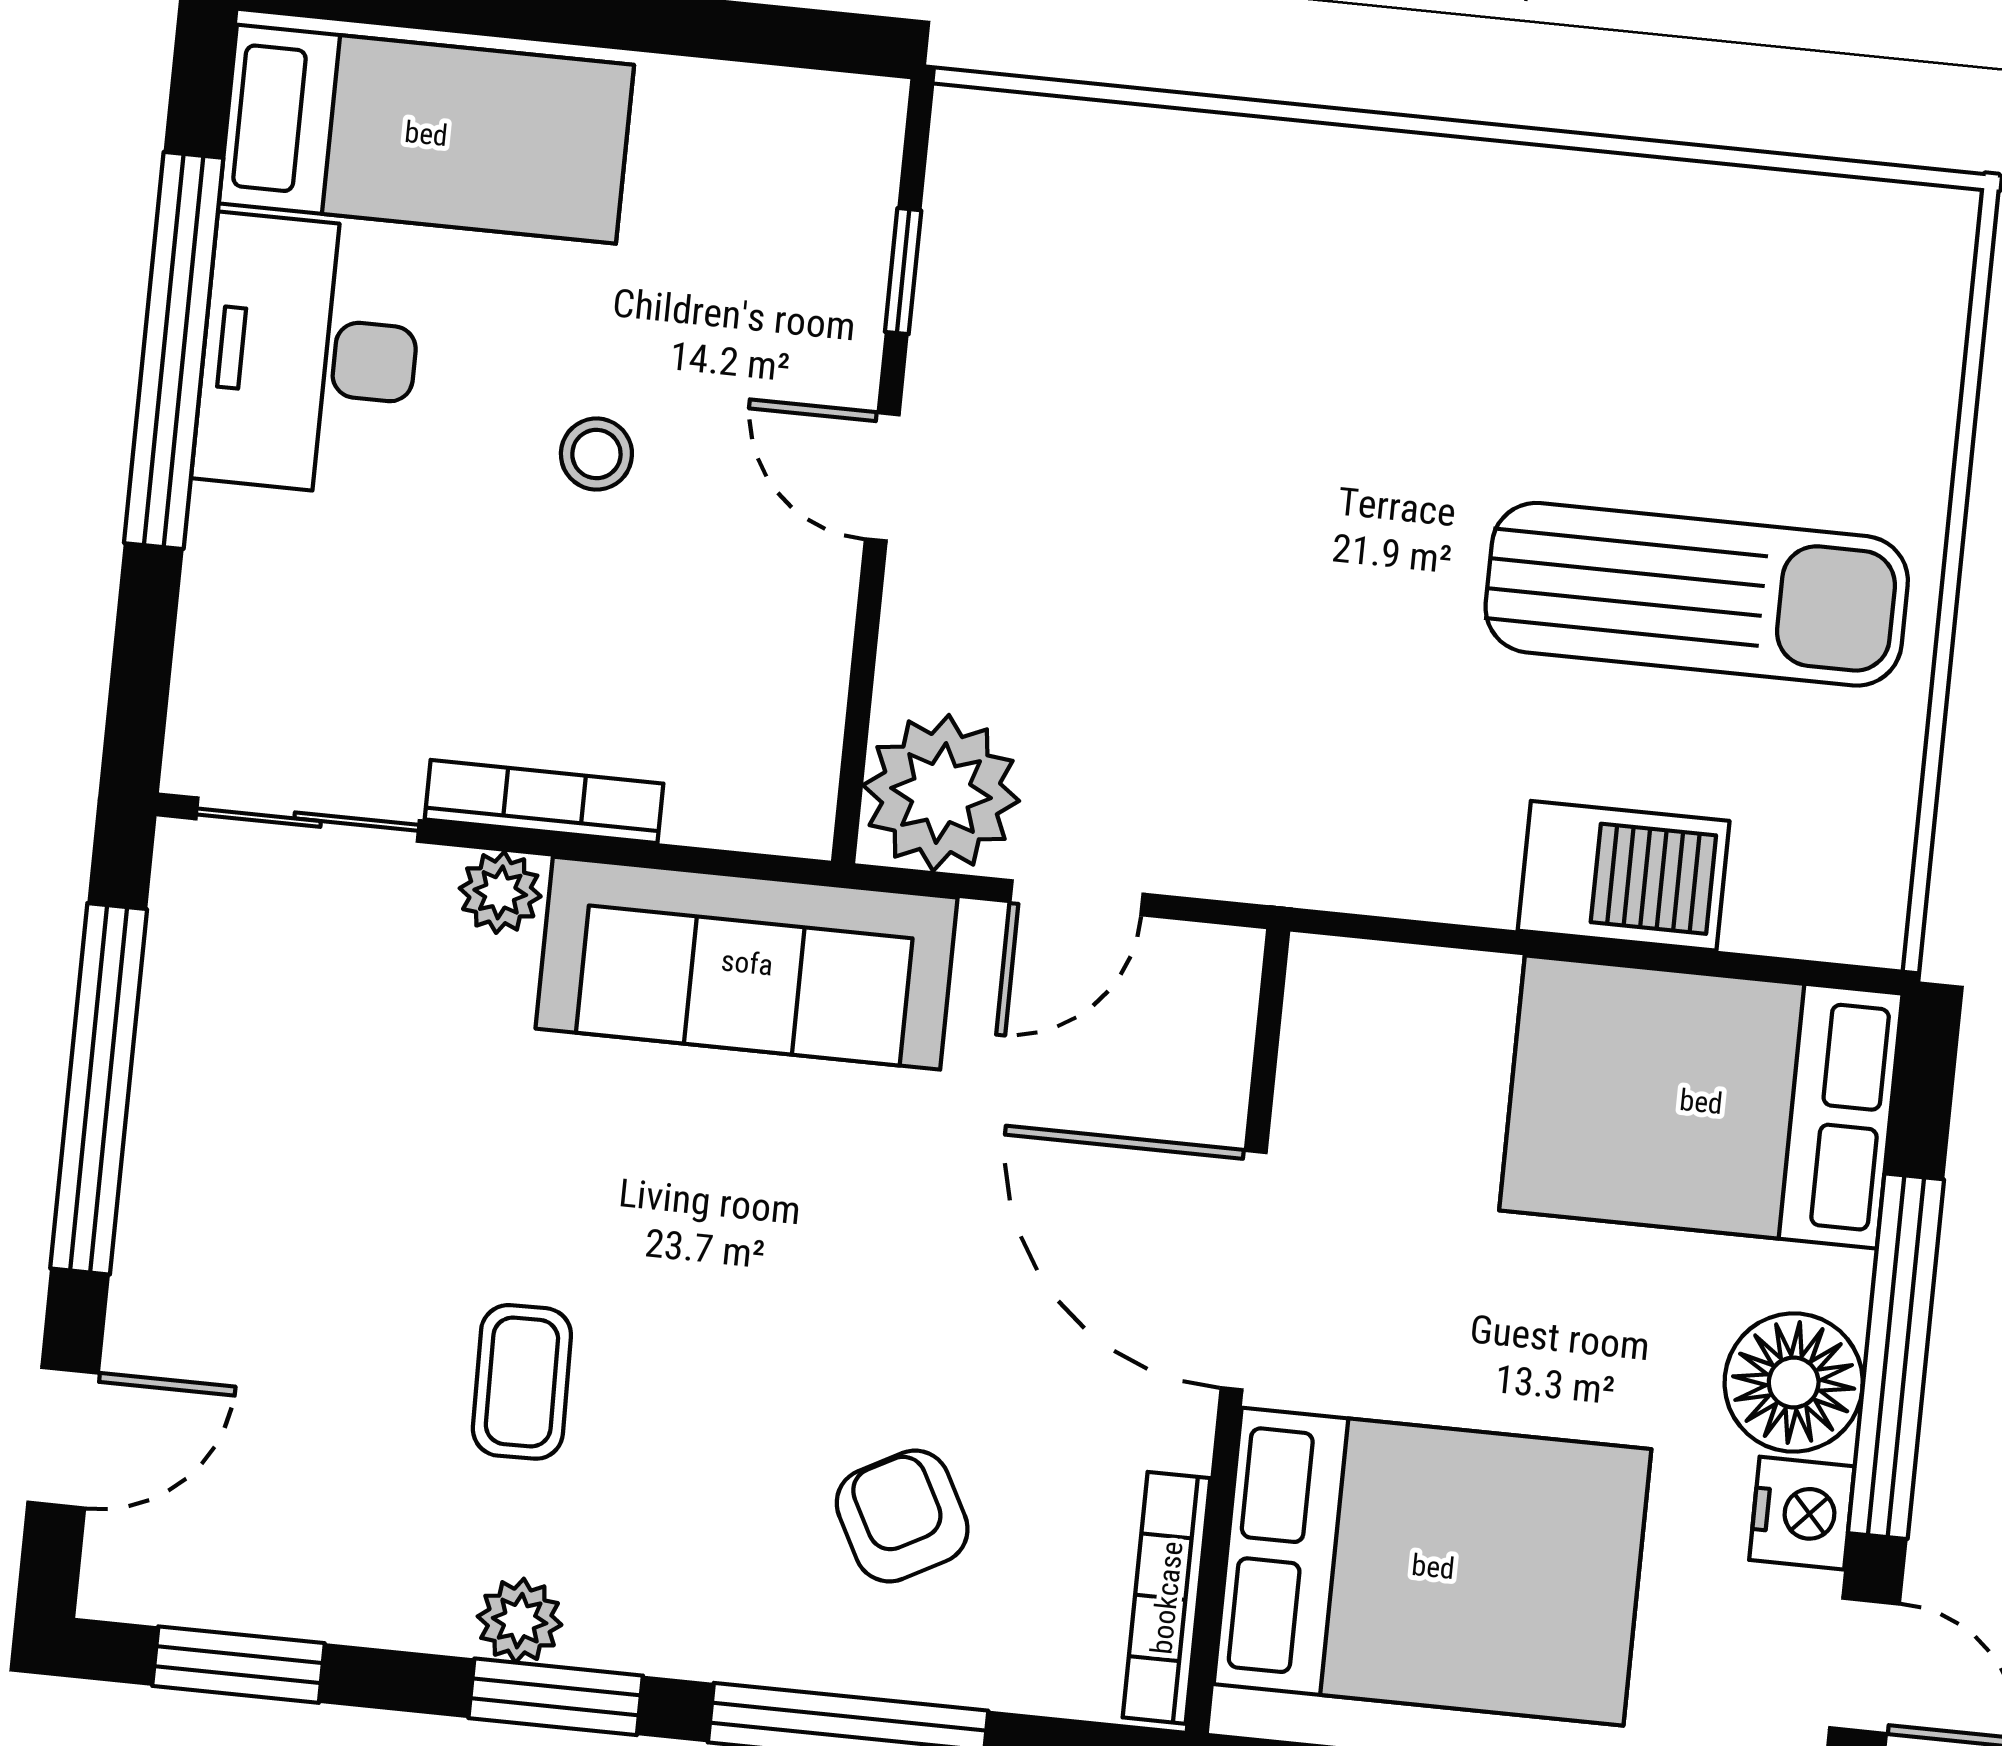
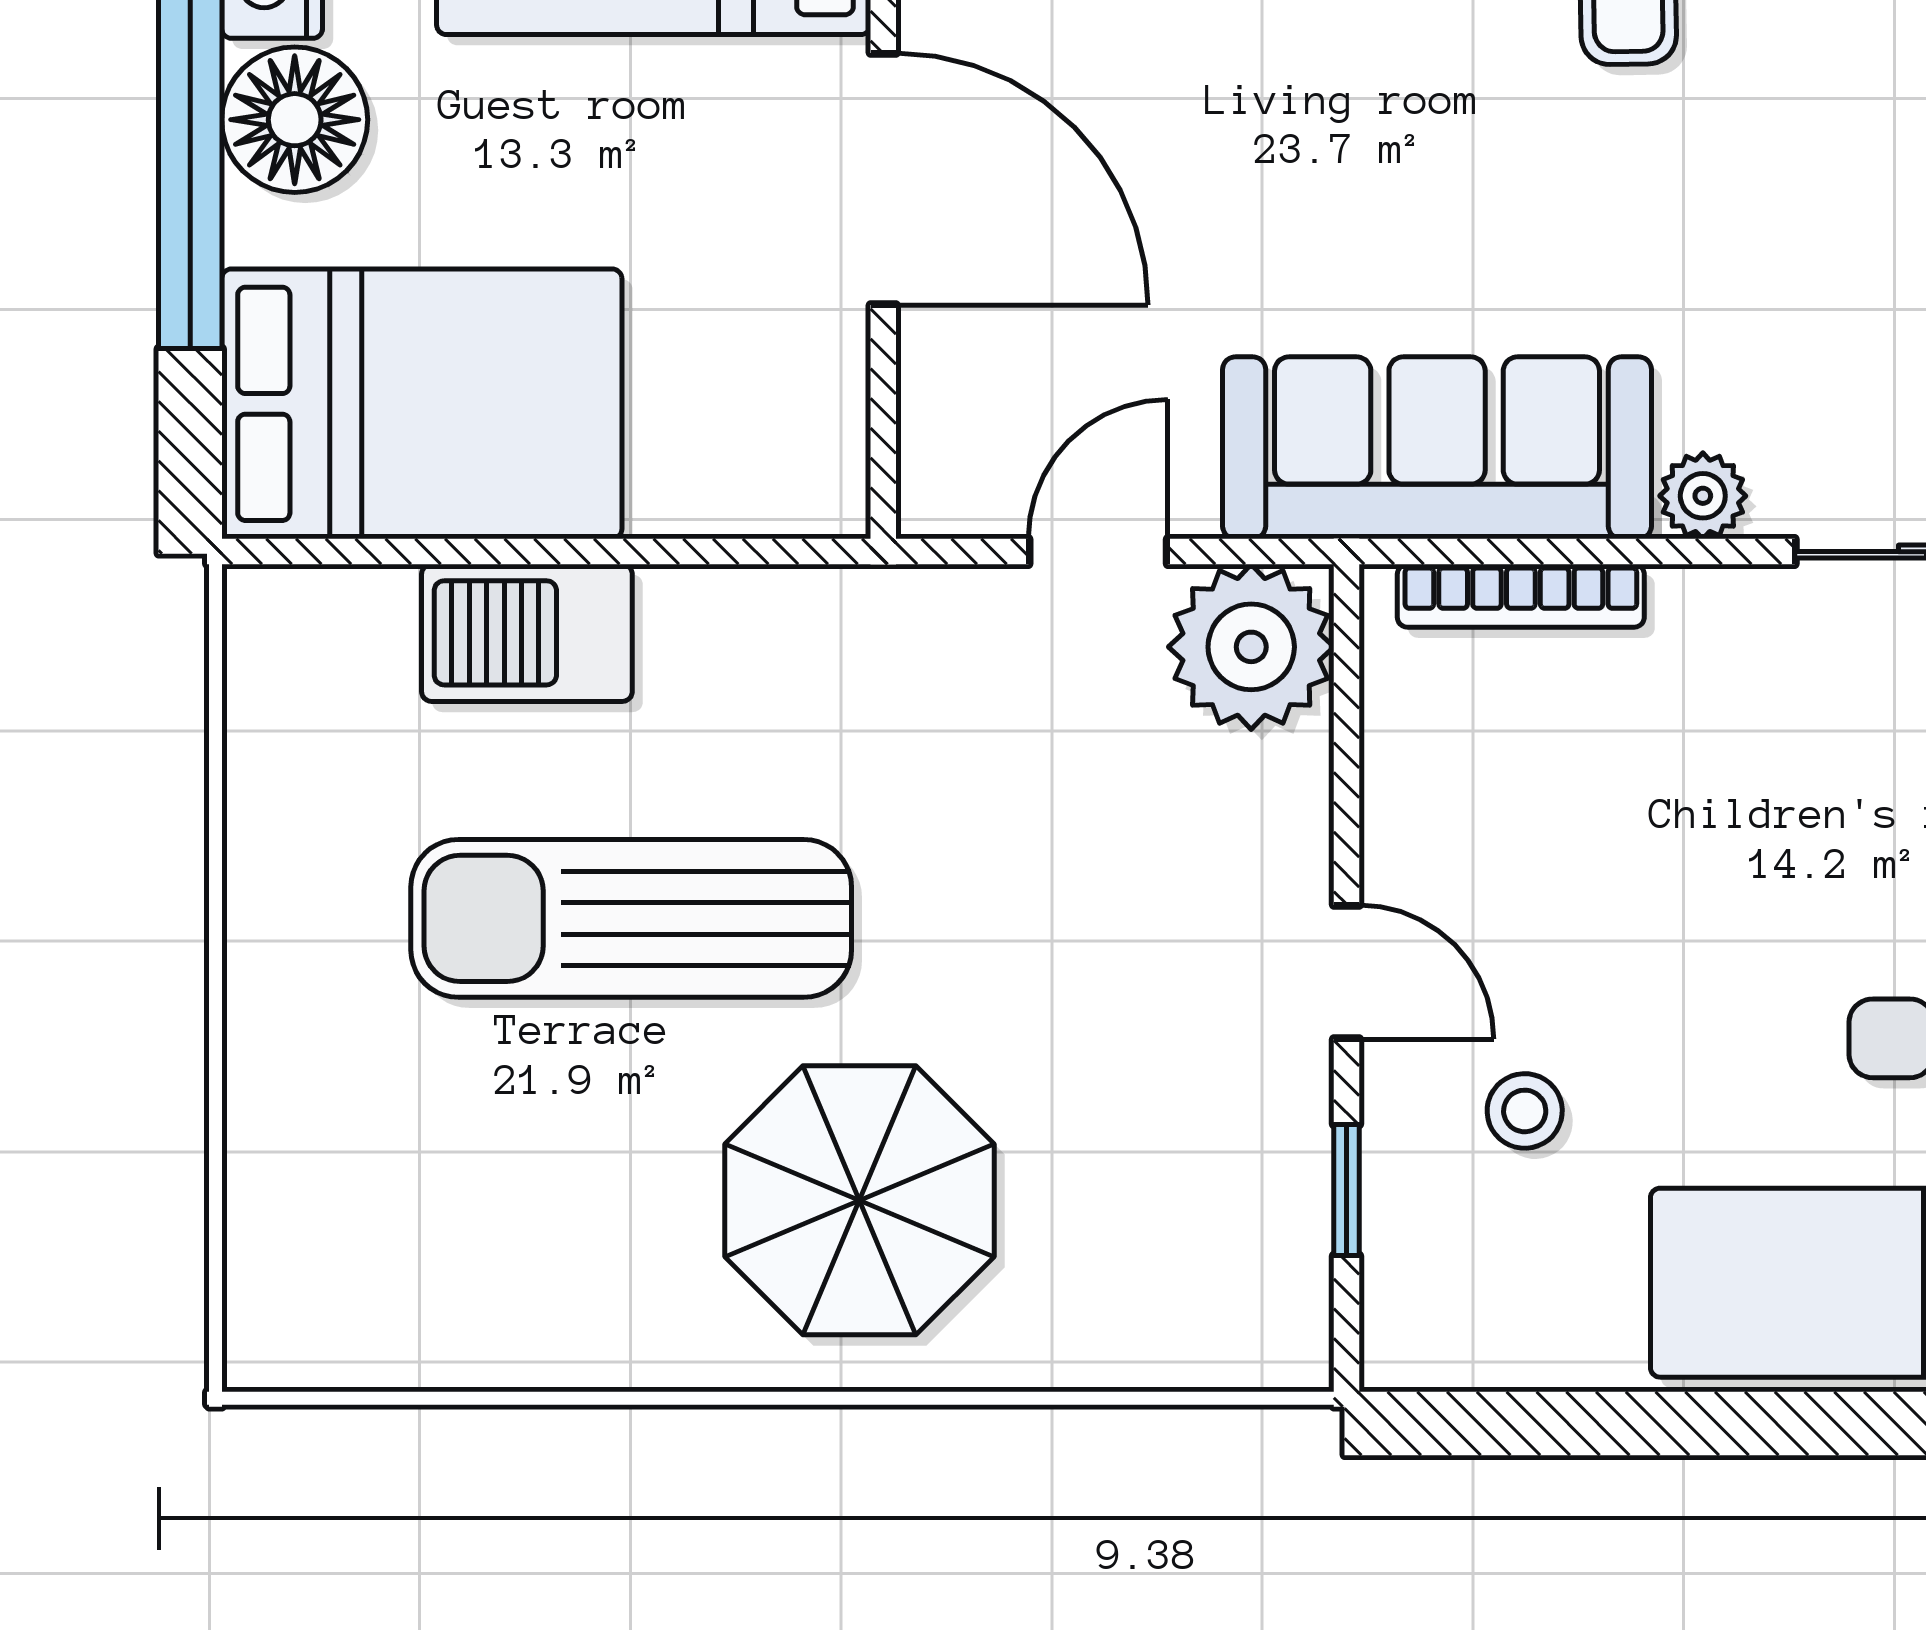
parasol: (1364, 308) -> (859, 1200), added
stool: (596, 454) -> (1525, 1111), moved
sun lounger: (1697, 594) -> (631, 918), moved
bookcase: (544, 801) -> (1521, 596), moved

